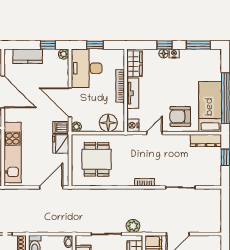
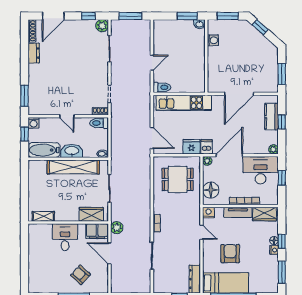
window: (48, 45) -> (282, 122), moved
armchair: (180, 116) -> (230, 254), moved
plant: (133, 226) -> (117, 228), moved

